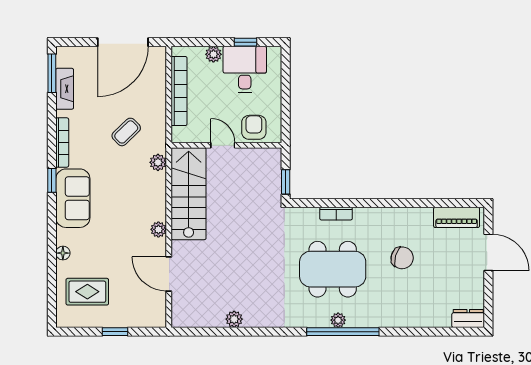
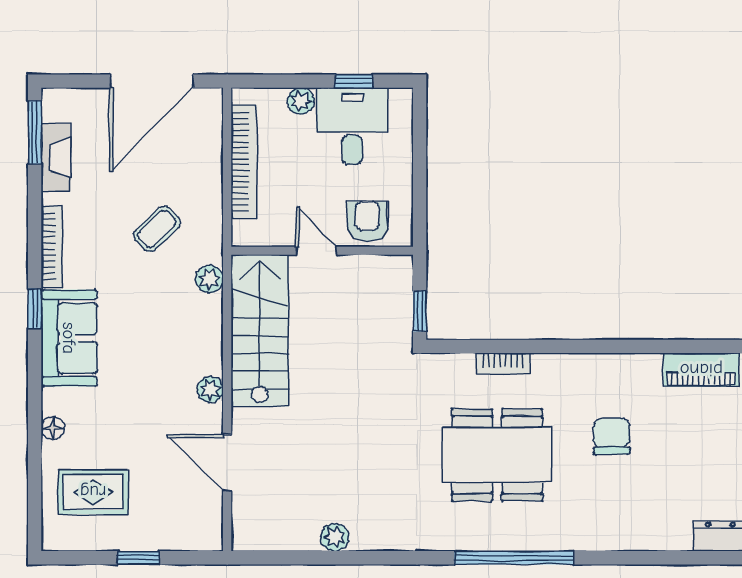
chair: (402, 258) -> (611, 436), turned -107
plant: (338, 320) -> (506, 539), removed

